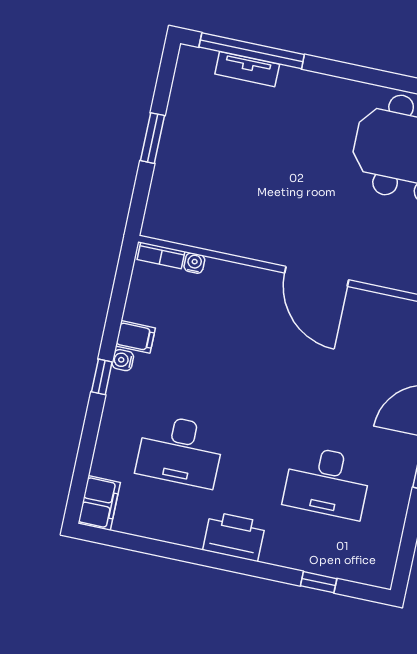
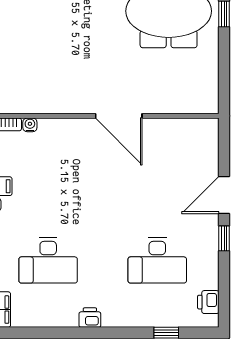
printer: (234, 536) -> (90, 318), width x0.53, depth x0.68
printer: (384, 553) -> (208, 302), added

